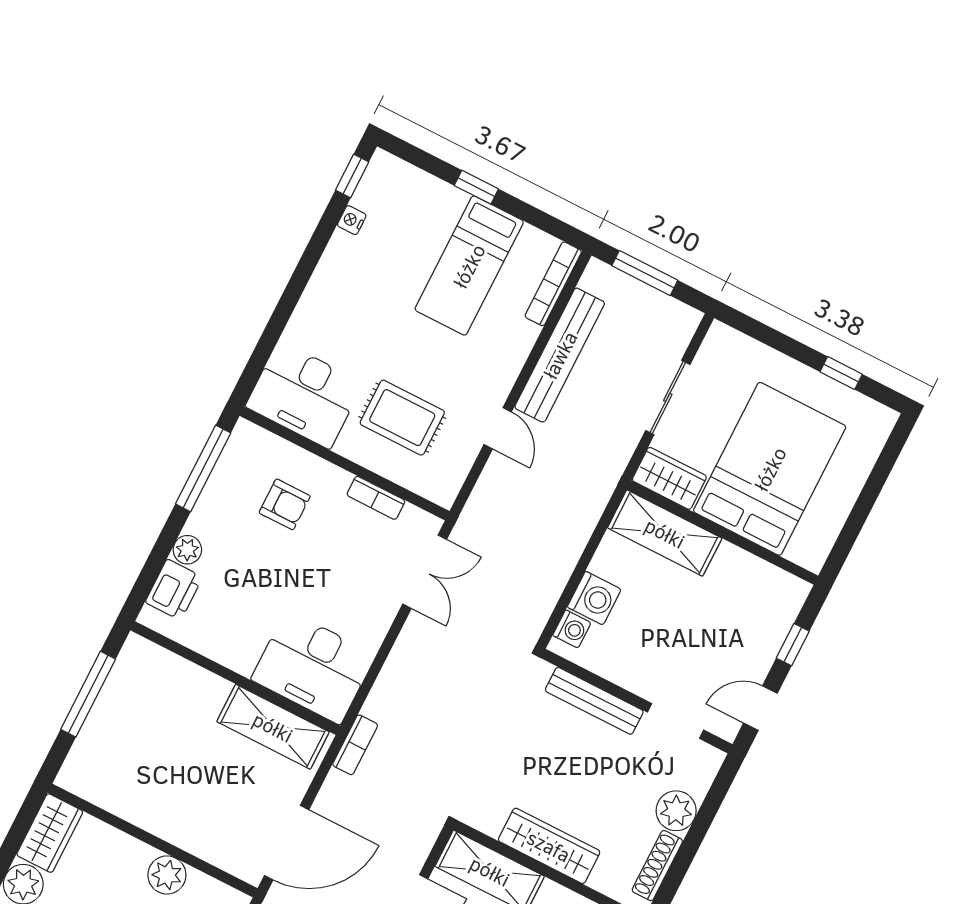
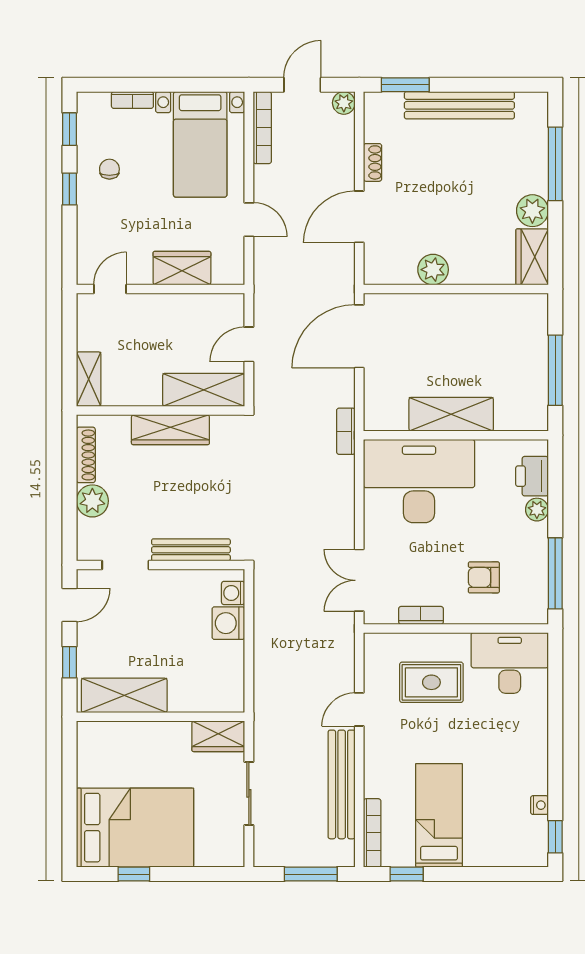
window: (476, 187) -> (407, 874), moved
door: (498, 428) -> (359, 709), hinge flipped
bed: (770, 469) -> (135, 828), moved, turned -90
shelving: (665, 533) -> (124, 695), moved
desk: (313, 667) -> (419, 481), width x1.36, depth x1.30
shelving: (273, 727) -> (451, 414), moved

